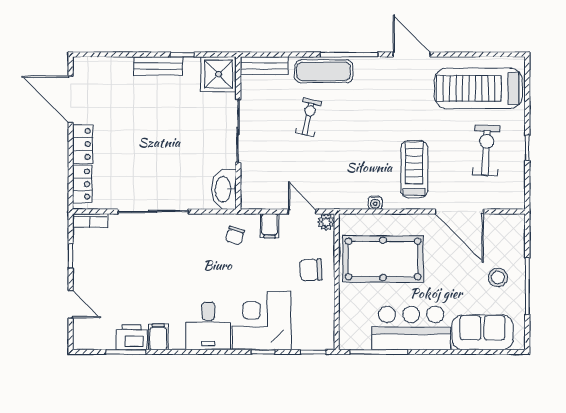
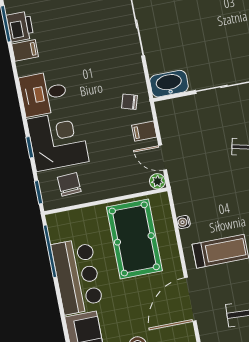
door: (302, 212) -> (163, 158), swing flipped
chair: (311, 270) -> (69, 184), moved

